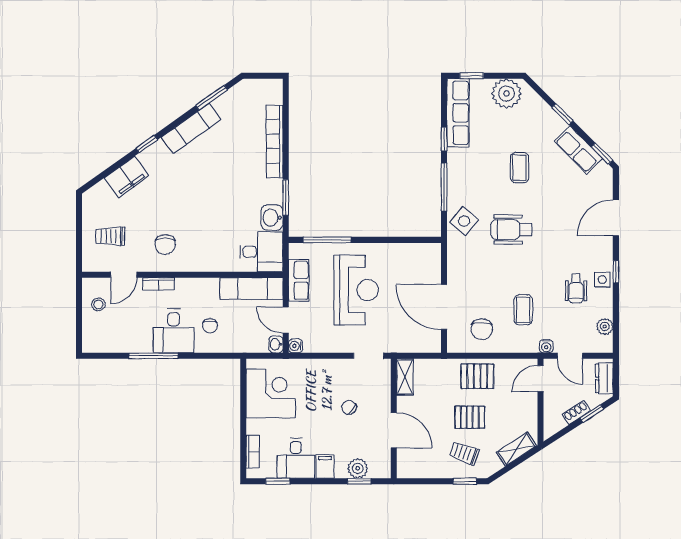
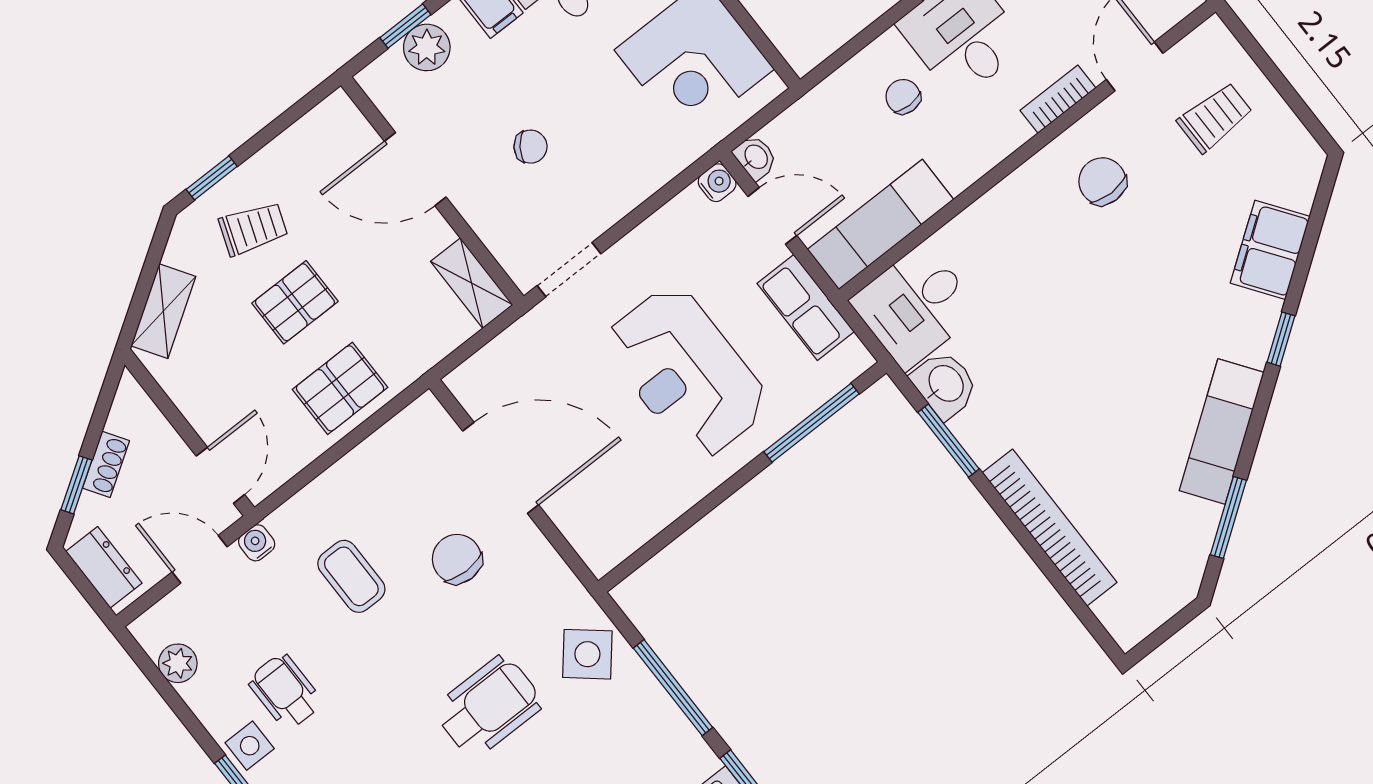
chair: (482, 329) -> (457, 559), moved

